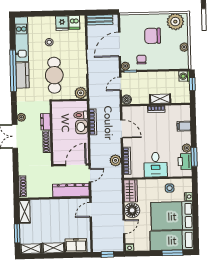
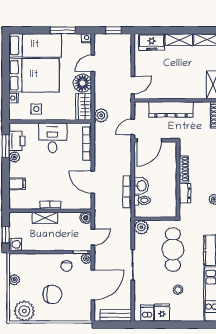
plant: (115, 160) -> (101, 115), moved
dresser: (71, 190) -> (171, 109), moved
window: (173, 253) -> (63, 30), moved

